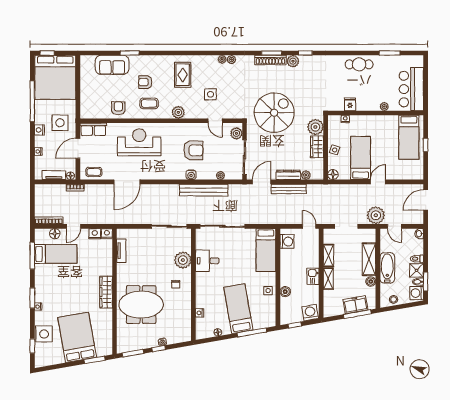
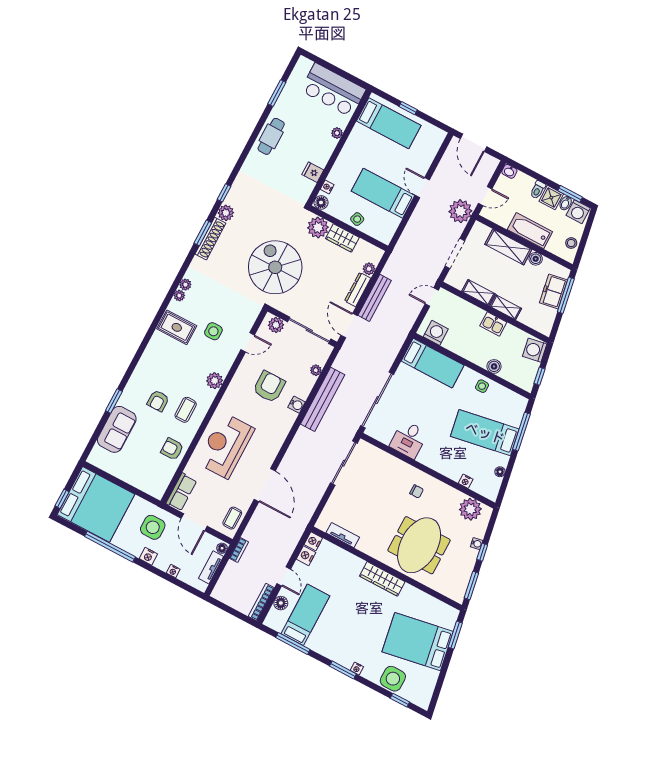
rug: (183, 75) -> (177, 327), moved
floor lamp: (333, 175) -> (321, 202), moved
plant: (183, 260) -> (470, 509), moved

